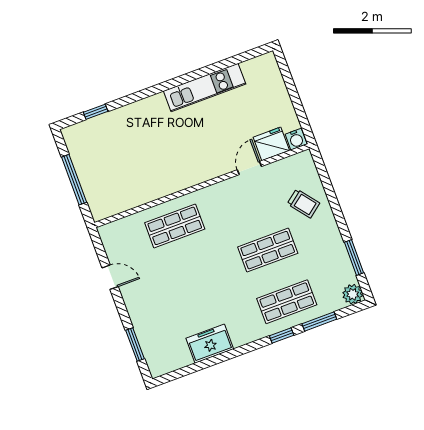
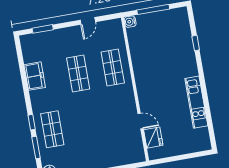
window: (96, 112) -> (196, 43), moved
water cooler: (296, 139) -> (130, 22), moved
trolley: (303, 203) -> (112, 151), removed
shop shelf: (268, 250) -> (78, 74), moved

